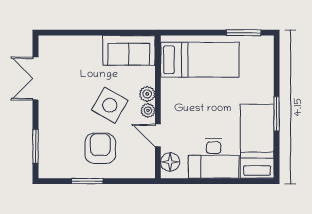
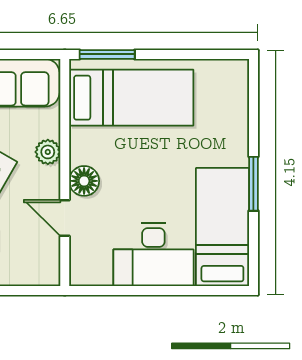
window: (244, 33) -> (107, 54), moved
plant: (148, 110) -> (49, 178), removed
floor lamp: (170, 162) -> (84, 181), moved

